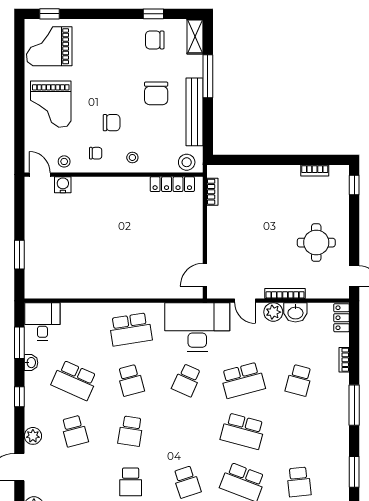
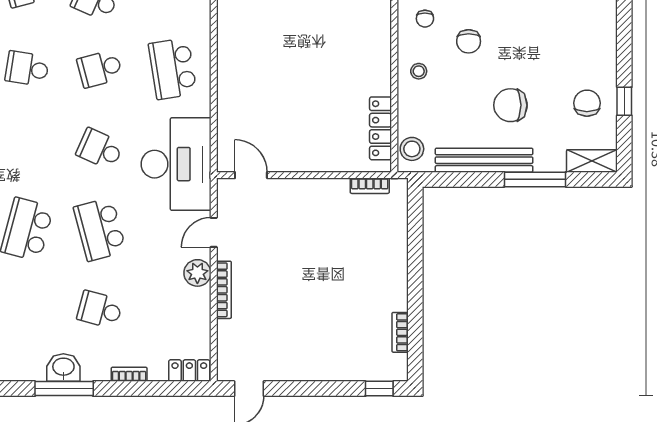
round table: (316, 243) -> (297, 334), removed
washbasin: (295, 312) -> (63, 367), moved, turned 90

